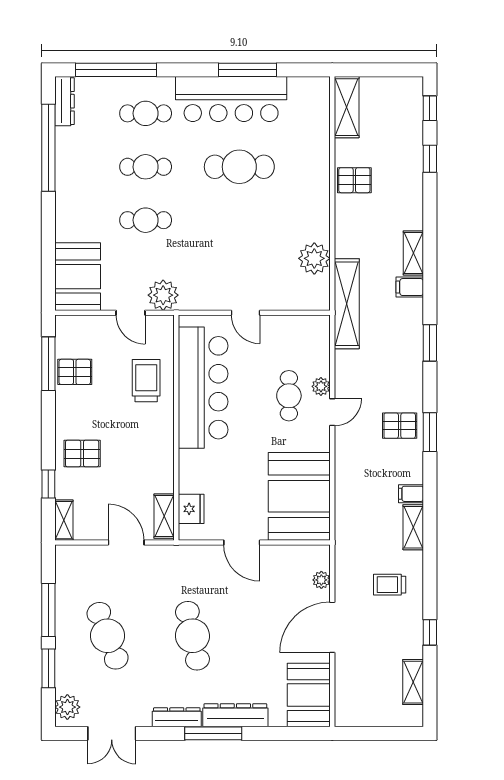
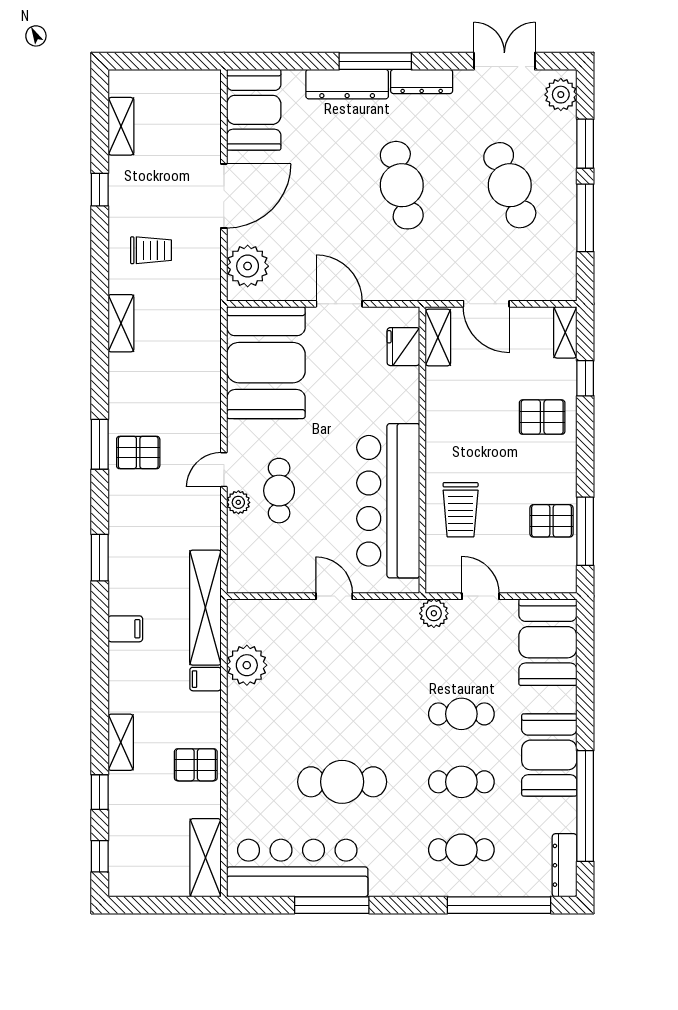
bar counter: (231, 99) -> (297, 868), moved
booth: (76, 188) -> (549, 755), added
shelving: (413, 253) -> (121, 742), moved
plant: (163, 295) -> (434, 613), width x0.73, depth x0.73
filing cabinet: (411, 494) -> (205, 679), moved, turned 180
plant: (321, 580) -> (248, 266), width x1.88, depth x1.88

